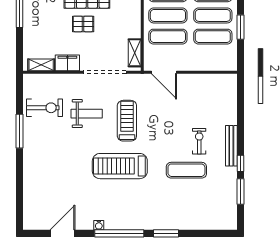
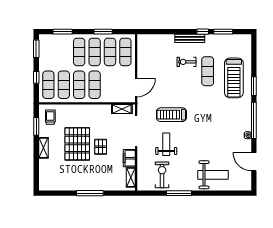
exercise mat: (168, 37) -> (125, 52), moved
treadmill: (120, 166) -> (234, 78), moved
weight bench: (45, 177) -> (213, 175), added

